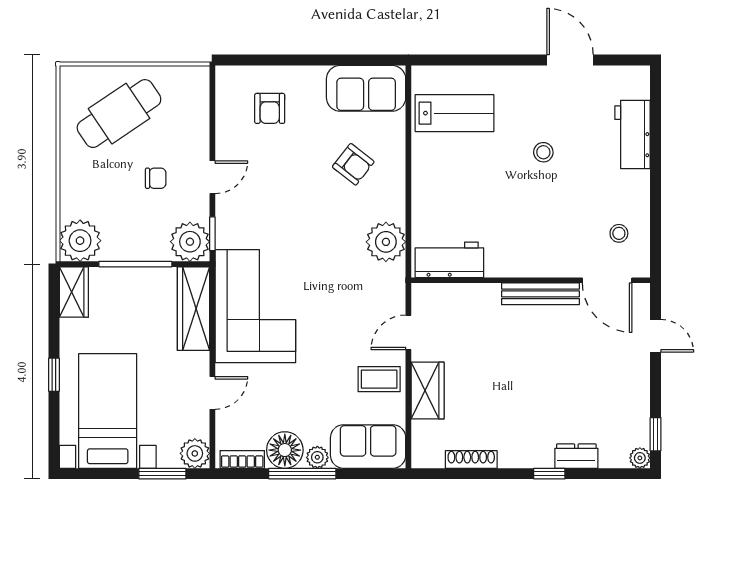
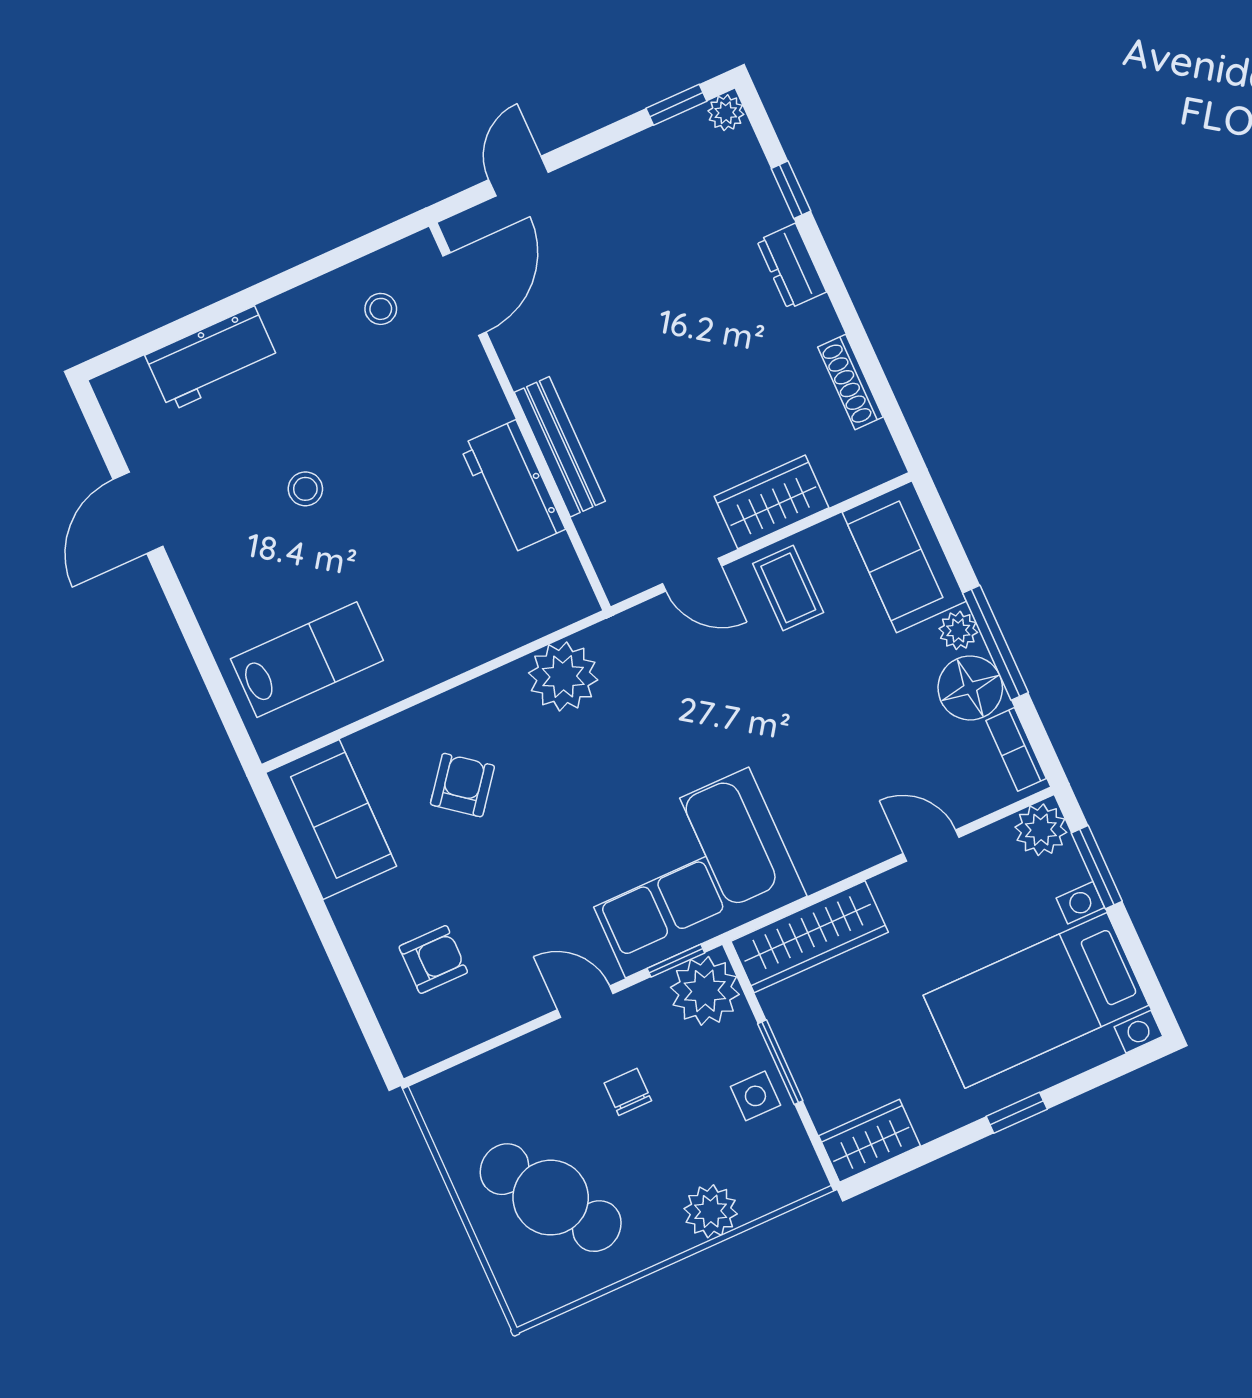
lab bench: (455, 113) -> (307, 660), turned 90
plant: (80, 241) -> (711, 1211), moved, width x0.73, depth x0.73
side table: (124, 243) -> (755, 1096), added
workbench: (449, 260) -> (512, 487), moved
window: (135, 264) -> (780, 1062), width x0.69
bench: (540, 294) -> (560, 447), moved
corner sofa: (255, 306) -> (687, 873), moved
dresser: (576, 456) -> (792, 266), moved
window: (549, 474) -> (791, 190), moved

